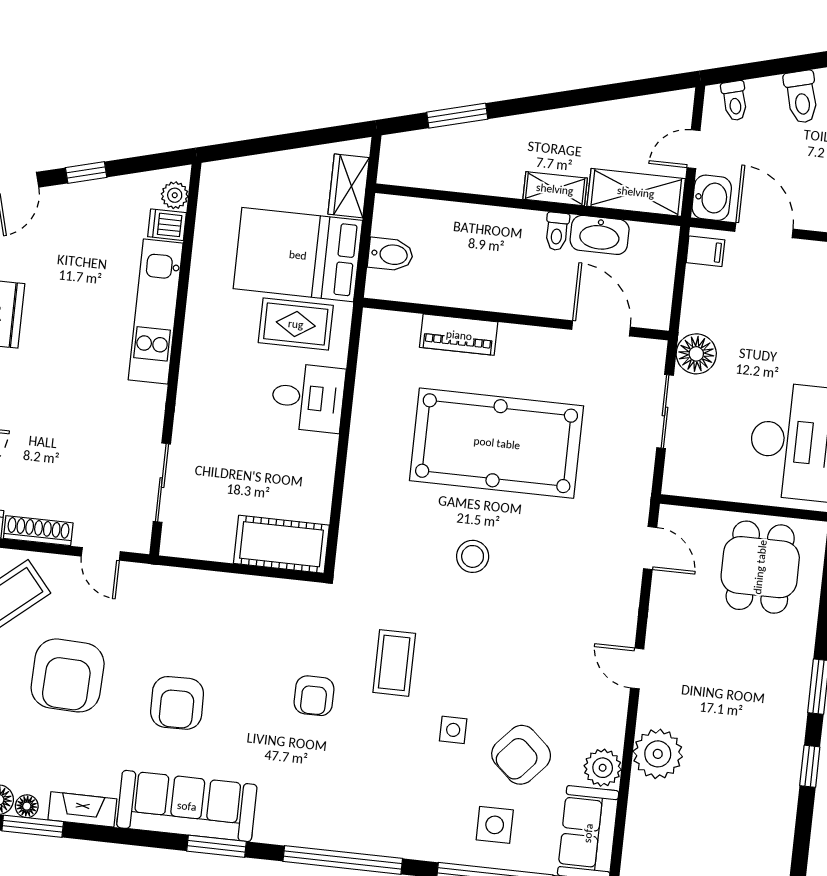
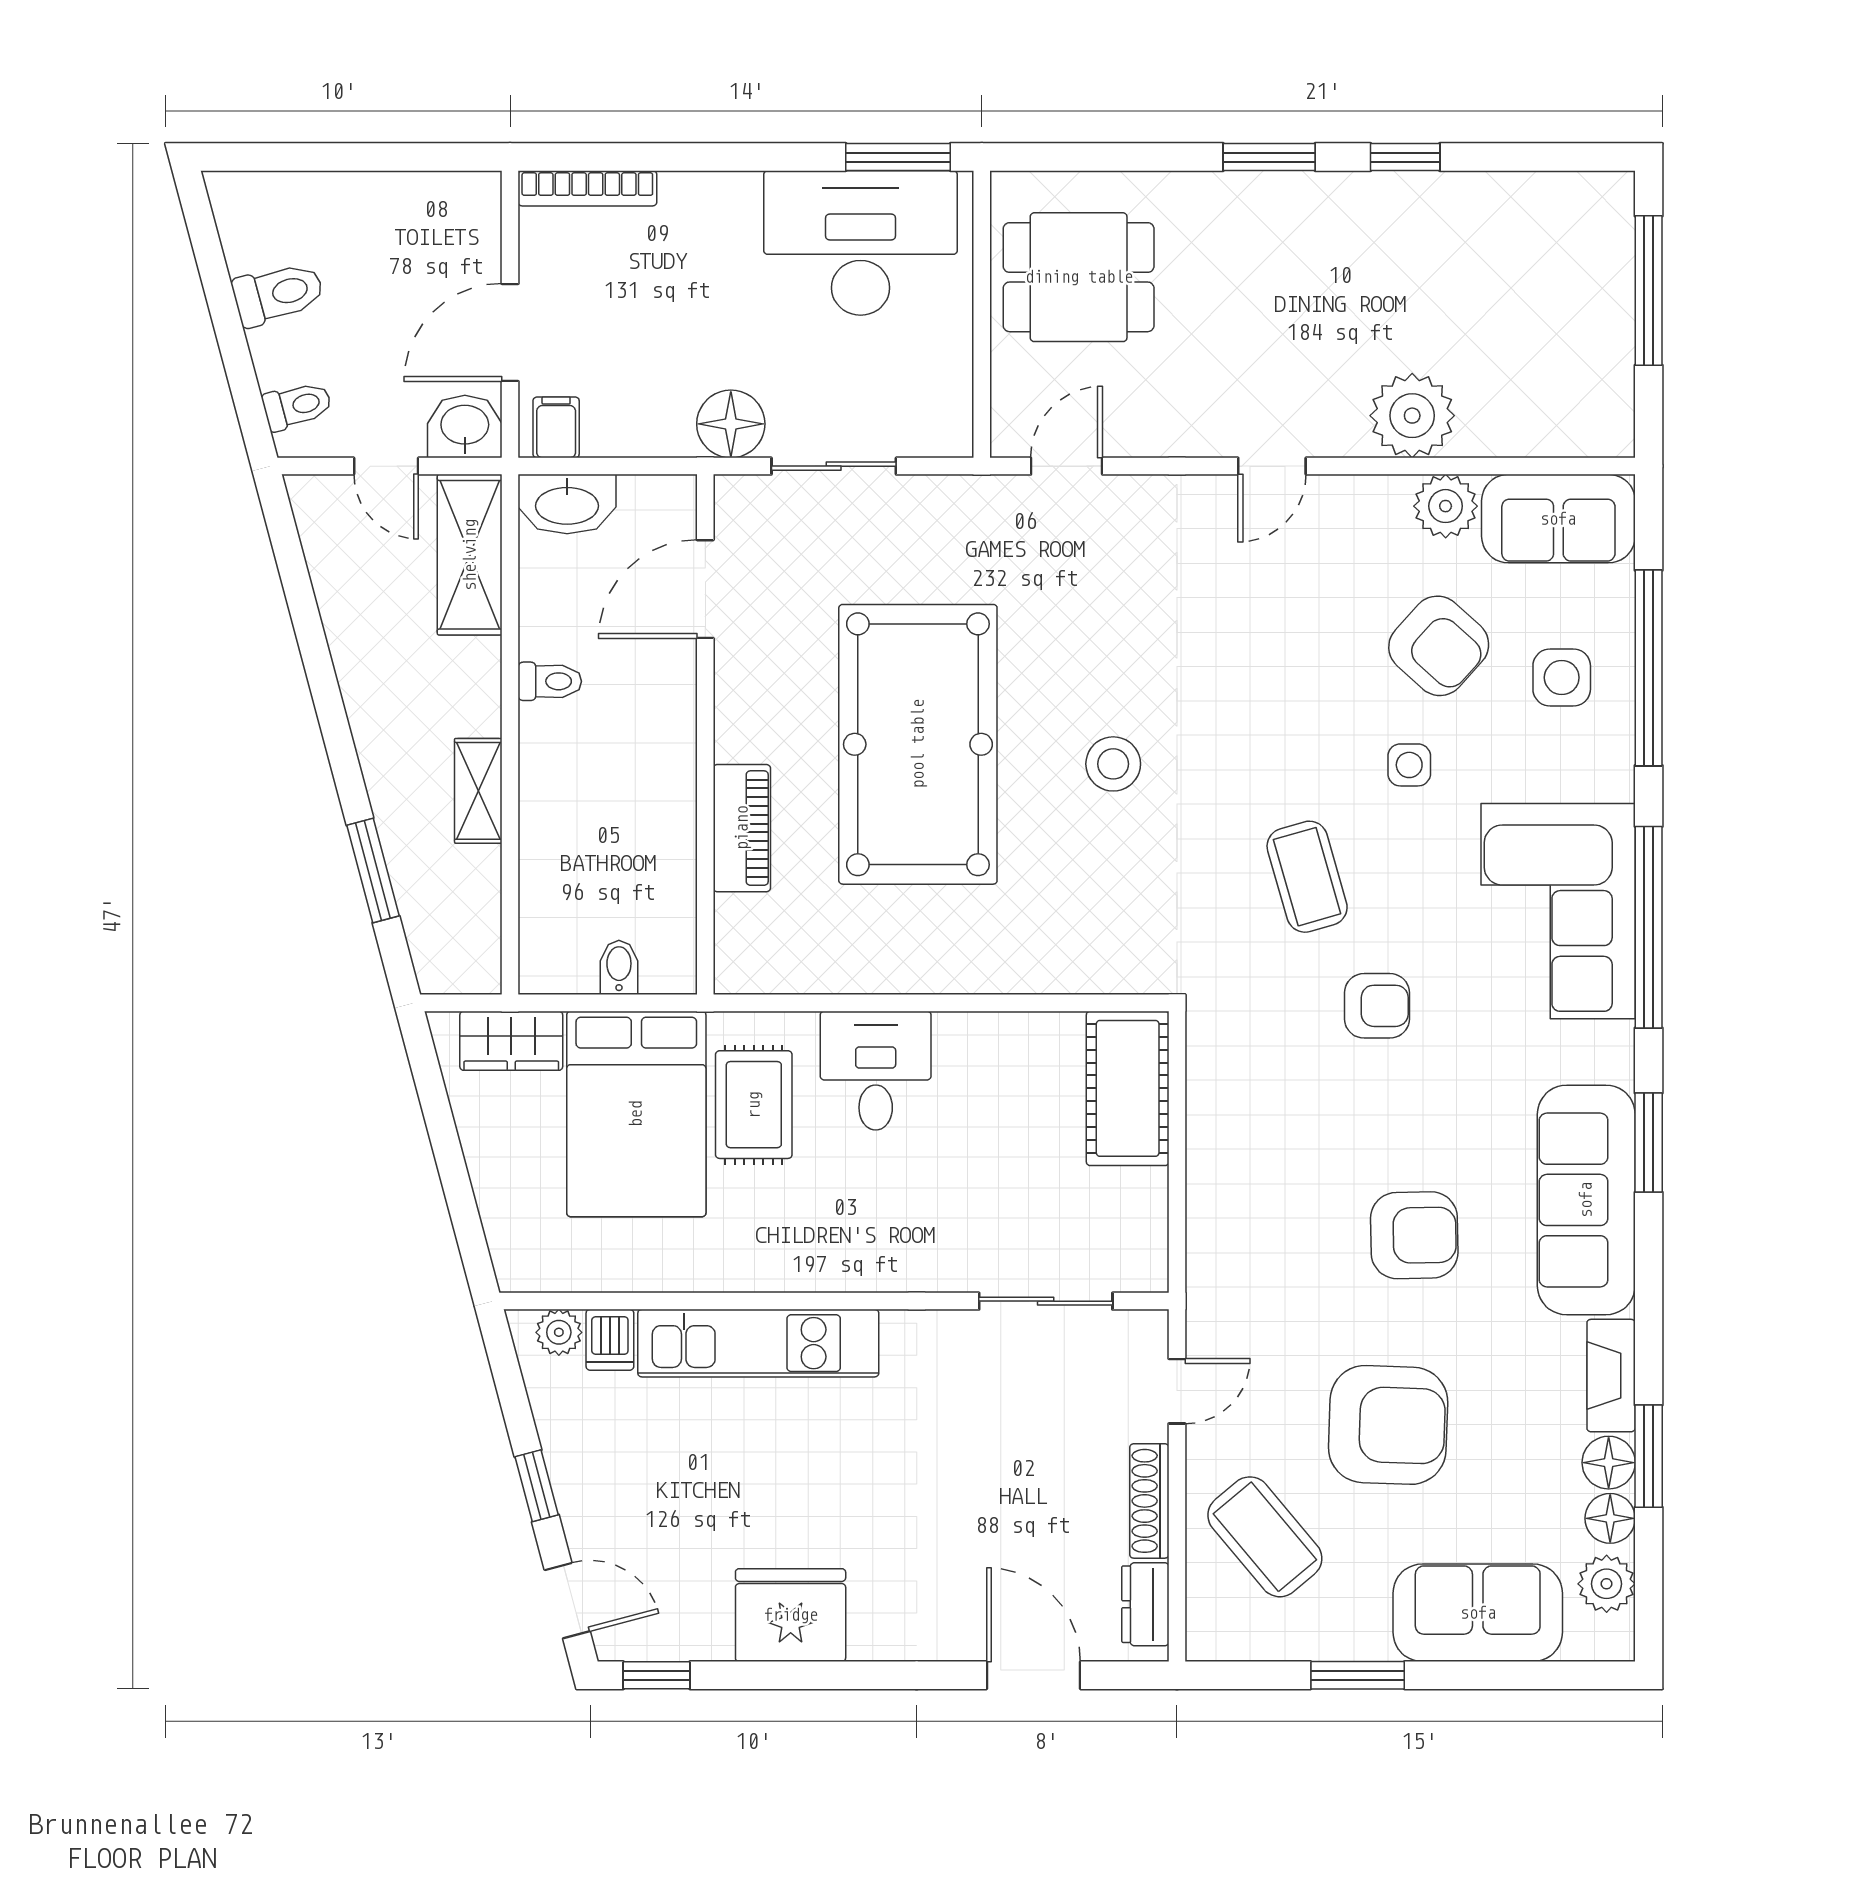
shelving: (555, 189) -> (478, 791), moved
washbasin: (600, 235) -> (567, 504), moved, turned 90
bidet: (391, 254) -> (619, 967), width x0.72, depth x0.74
coffee table: (394, 663) -> (1307, 877), turned 74
floor lamp: (27, 806) -> (1609, 1463), width x1.37, depth x1.37
corner sofa: (358, 808) -> (1558, 911), added

